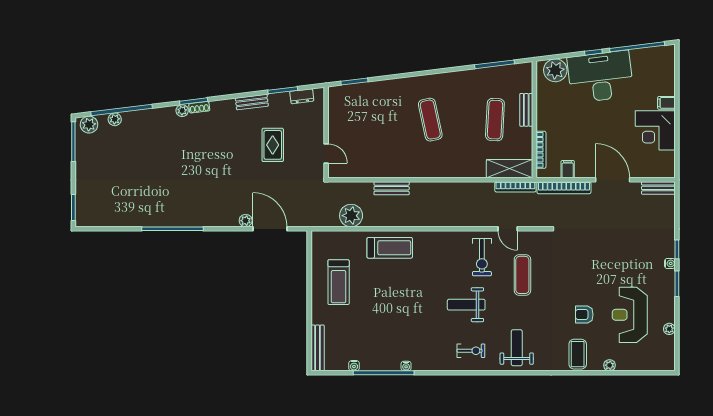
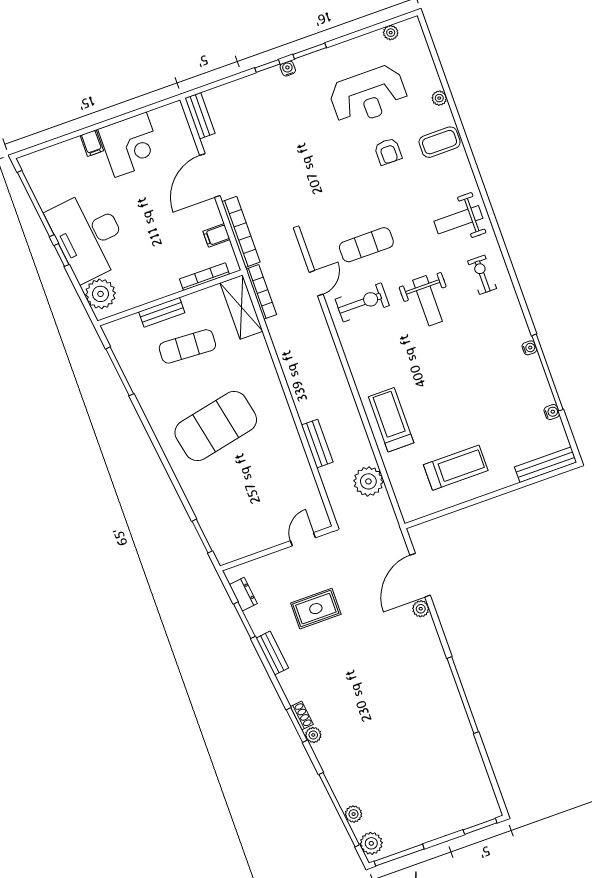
exercise mat: (430, 120) -> (216, 426), width x2.00, depth x1.45
plant: (669, 329) -> (391, 33), moved

